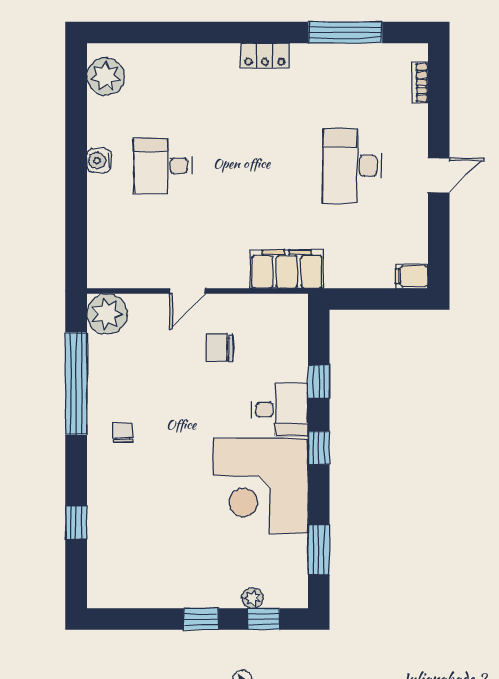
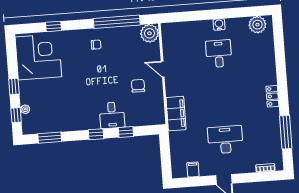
filing cabinet: (412, 276) -> (193, 169), moved
corner desk: (261, 486) -> (38, 57), moved, turned 90

